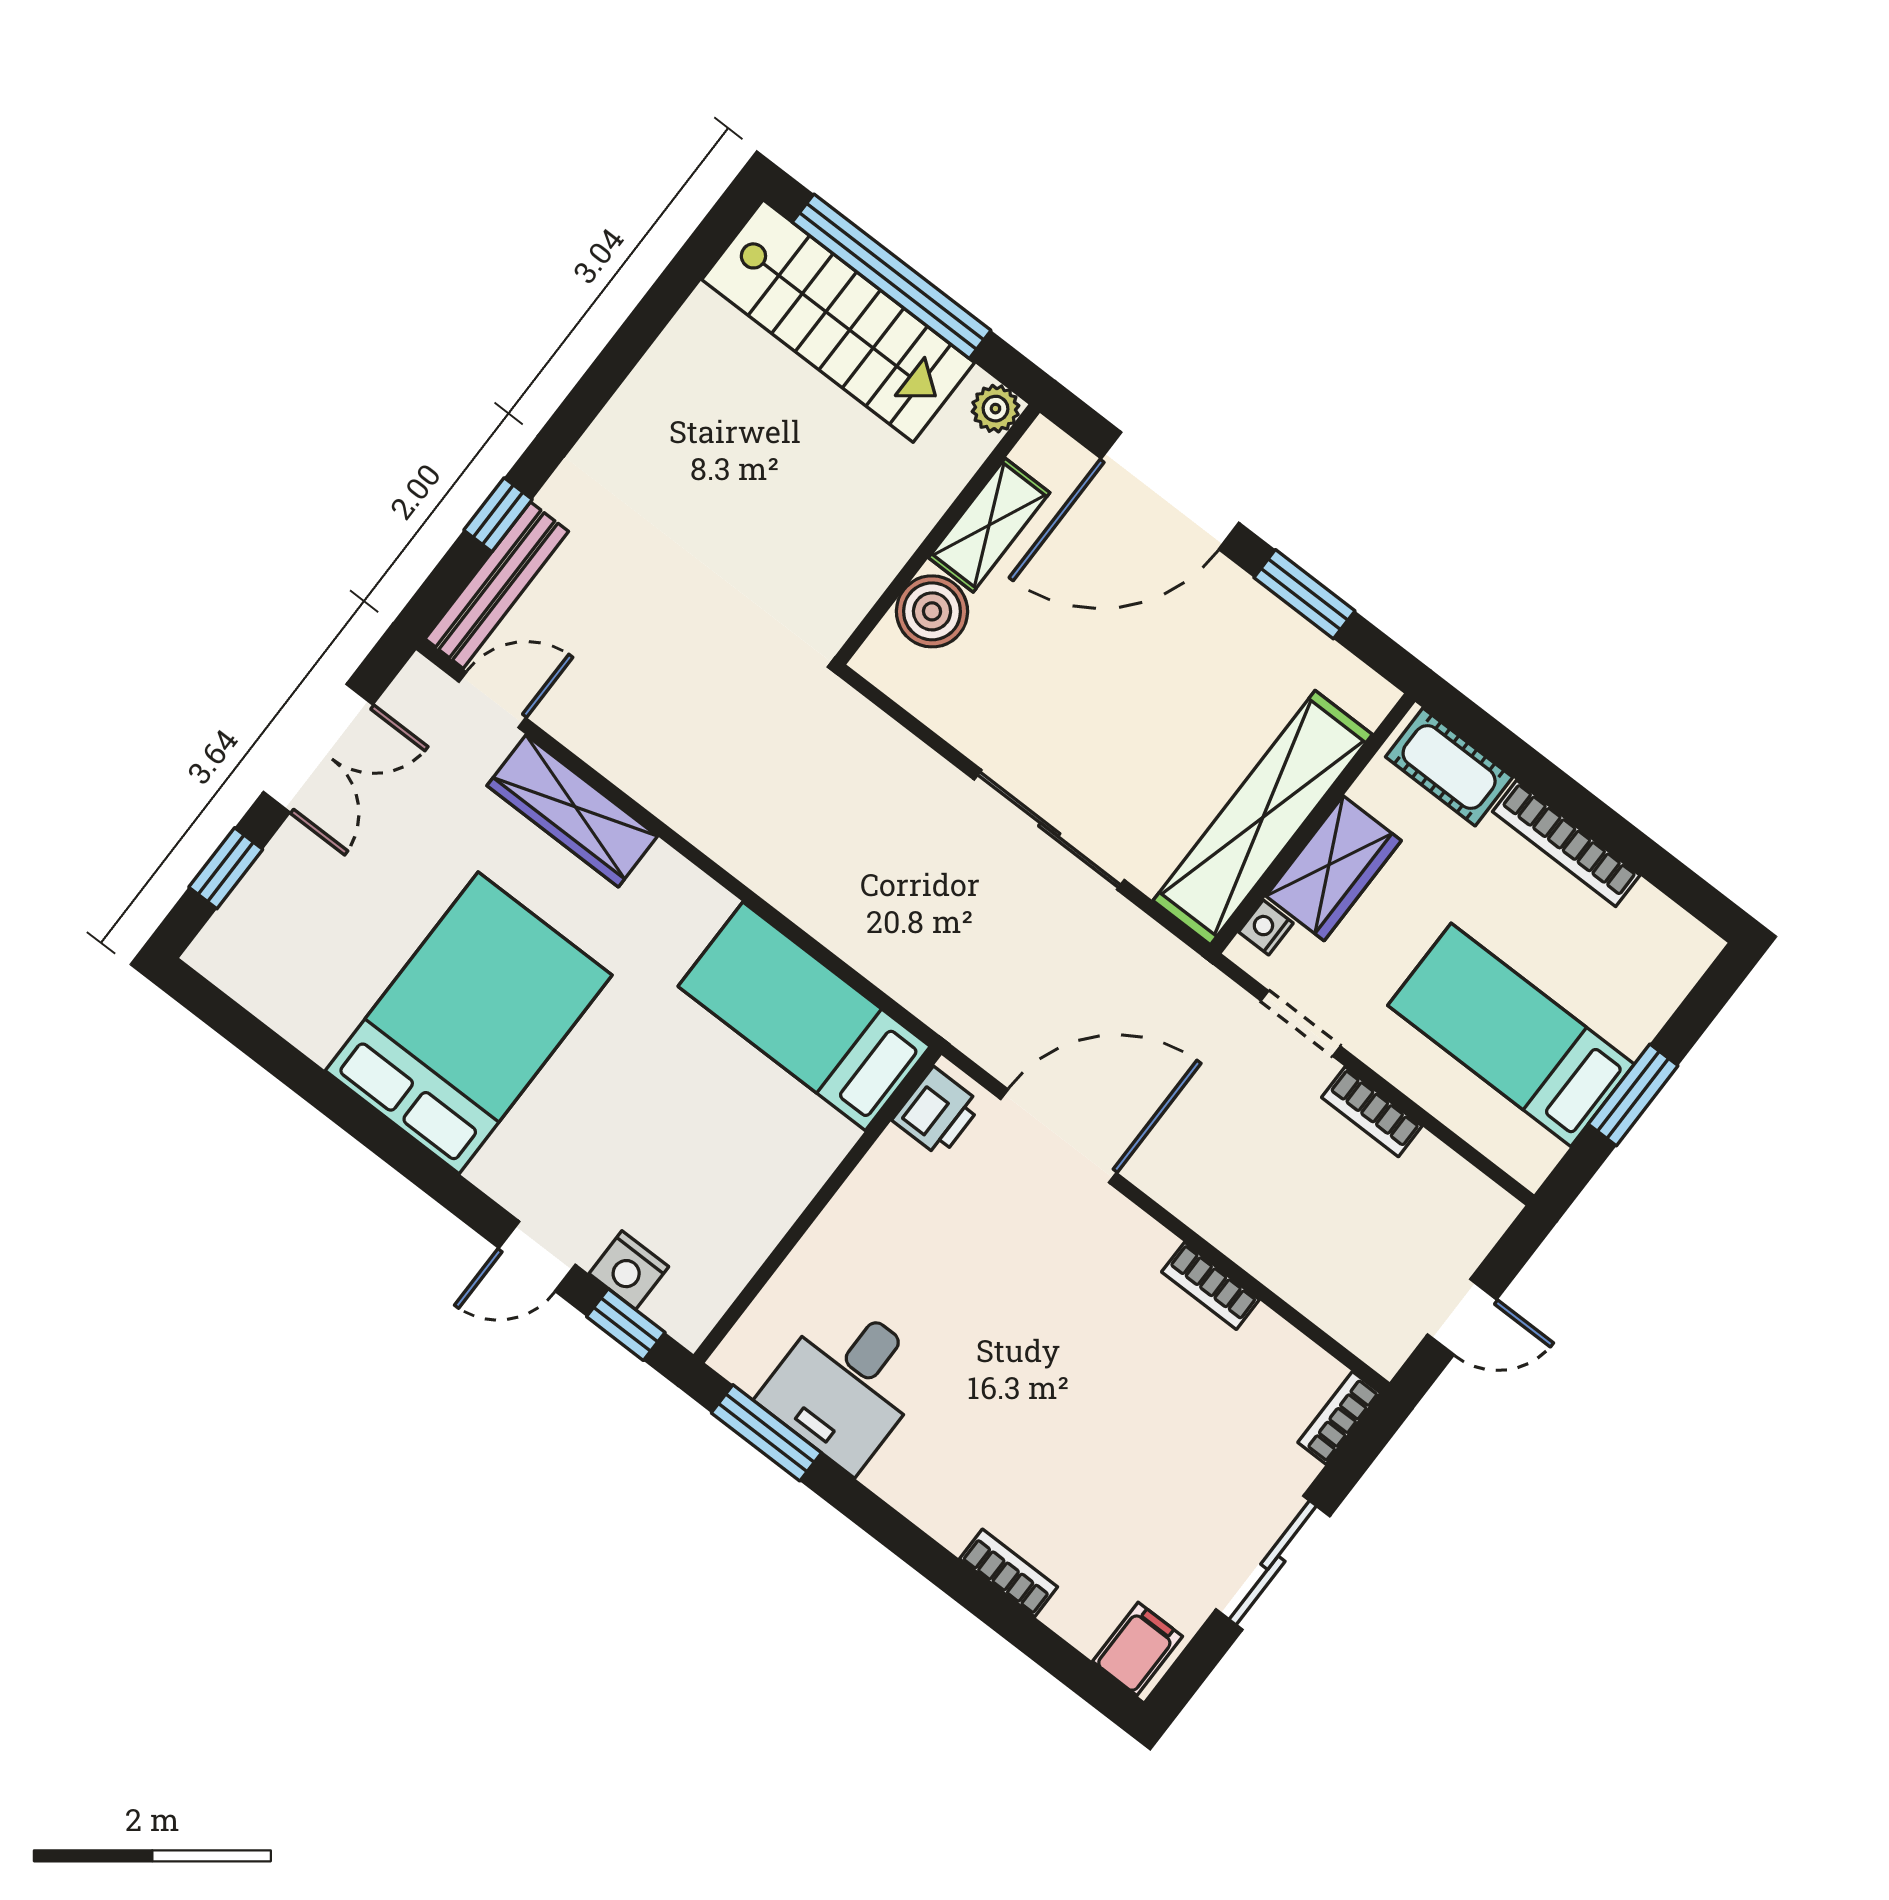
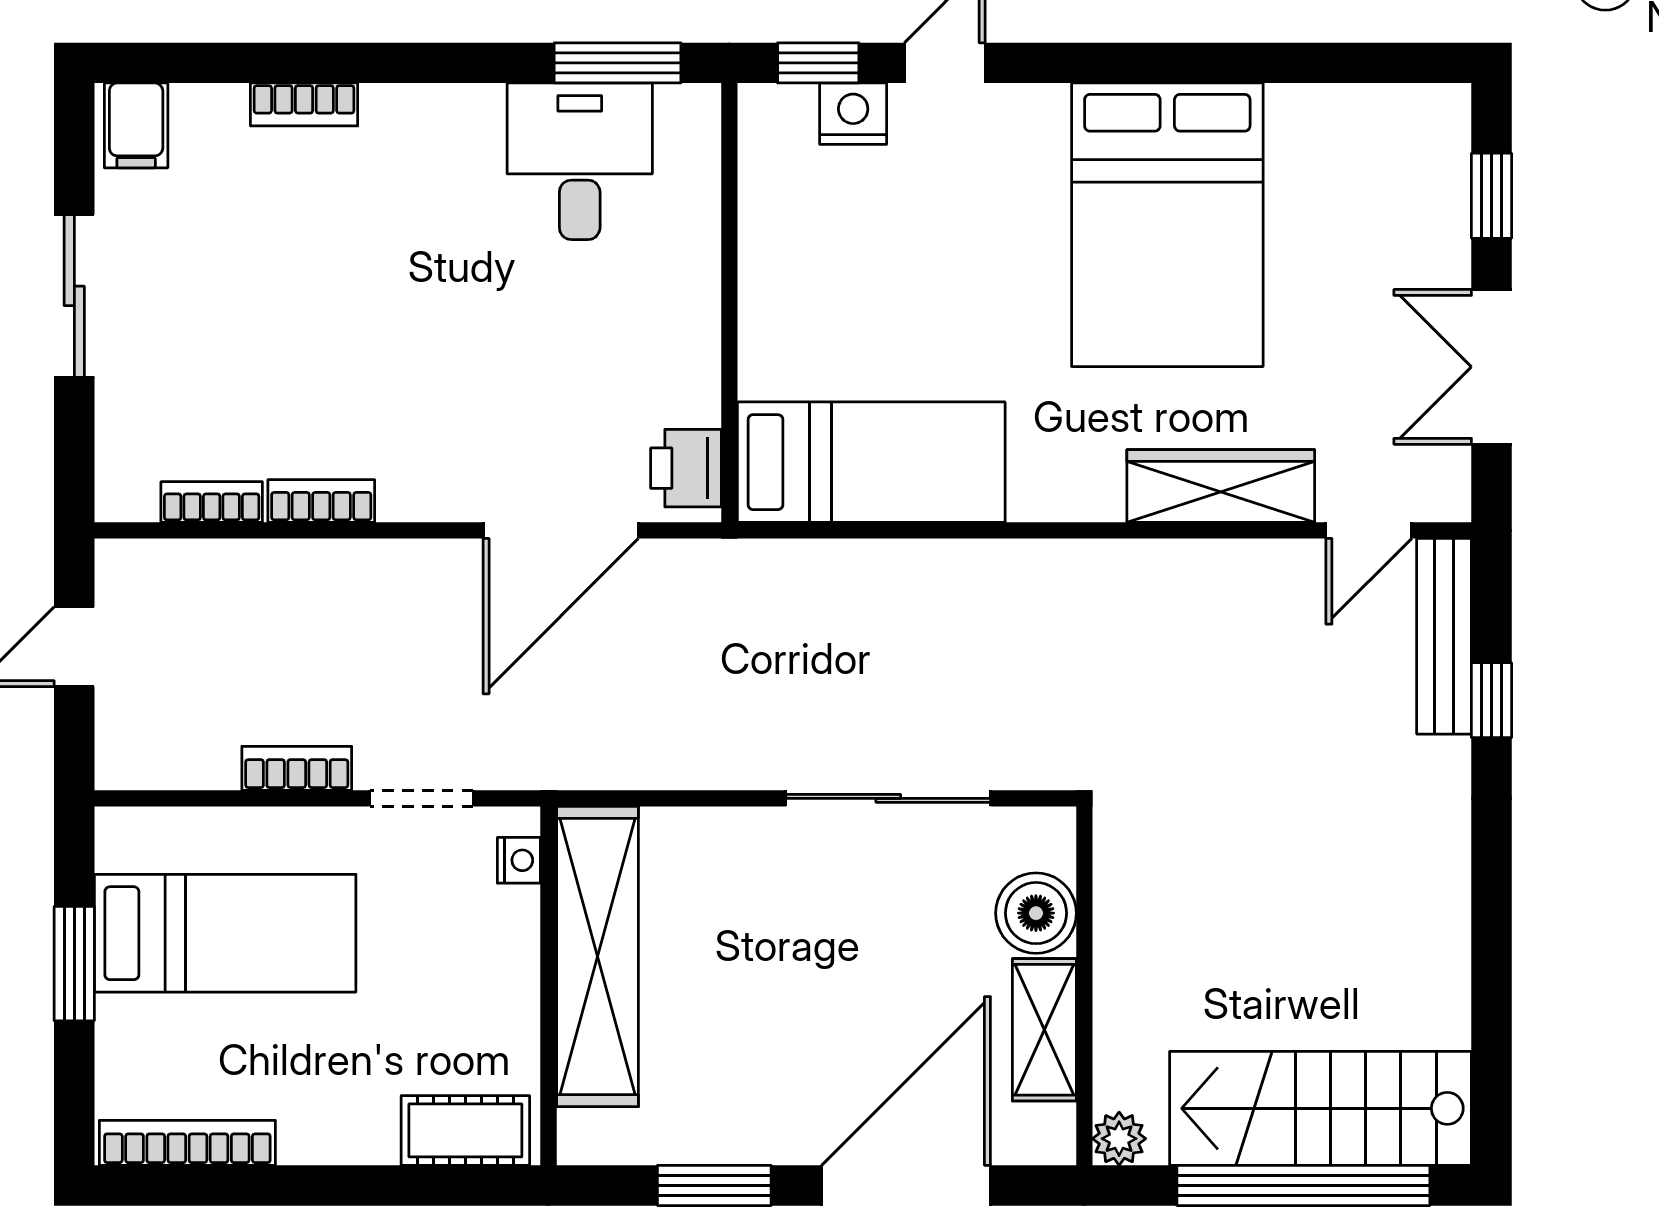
sliding door: (1049, 830) -> (888, 798), moved
bookcase: (1566, 843) -> (187, 1143), moved
wardrobe: (1334, 868) -> (499, 960), removed
bookcase: (1339, 1418) -> (212, 502), moved, turned -90

